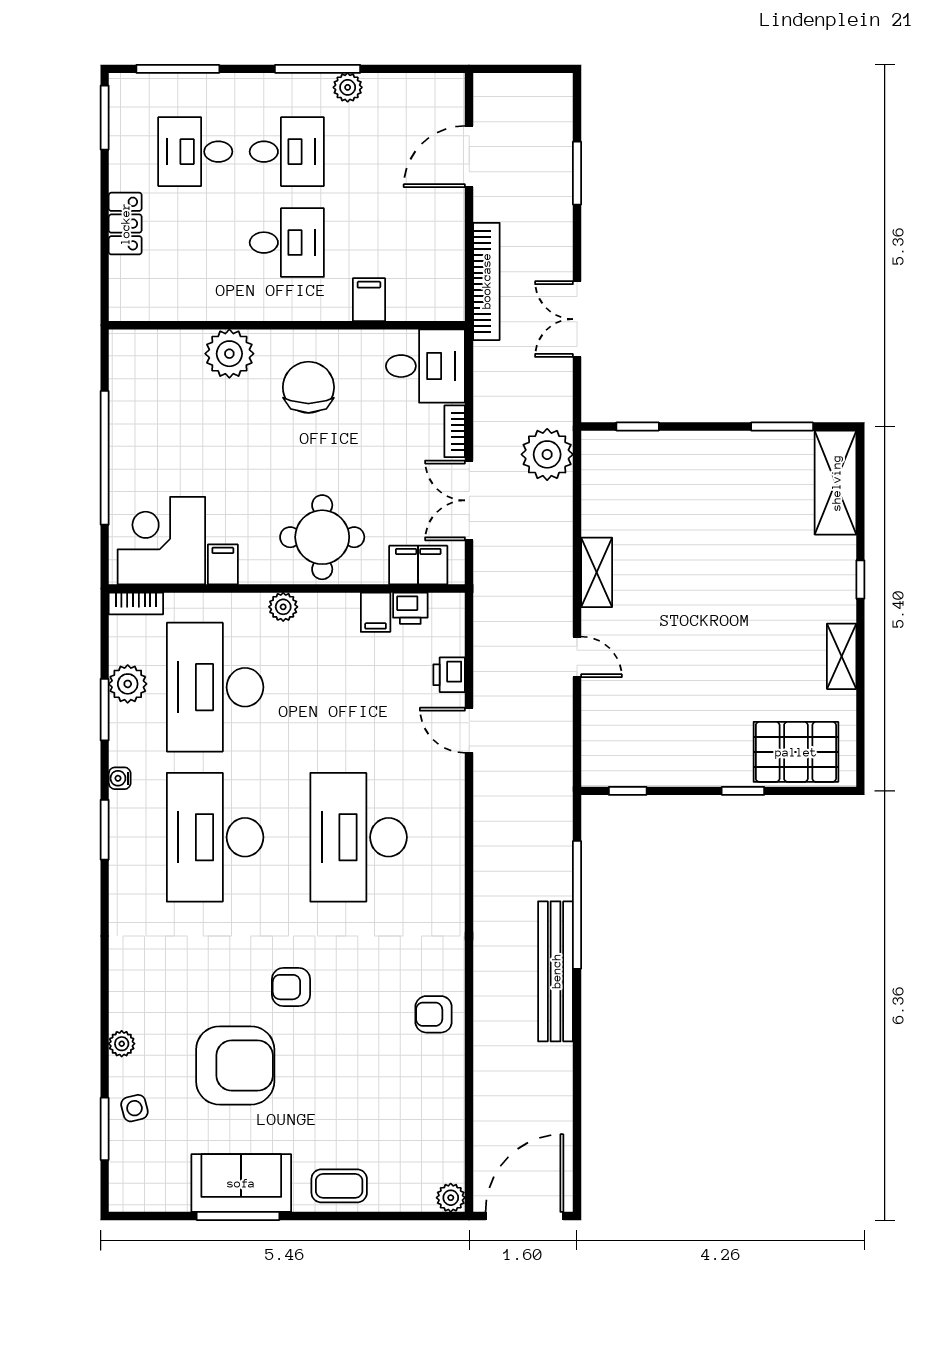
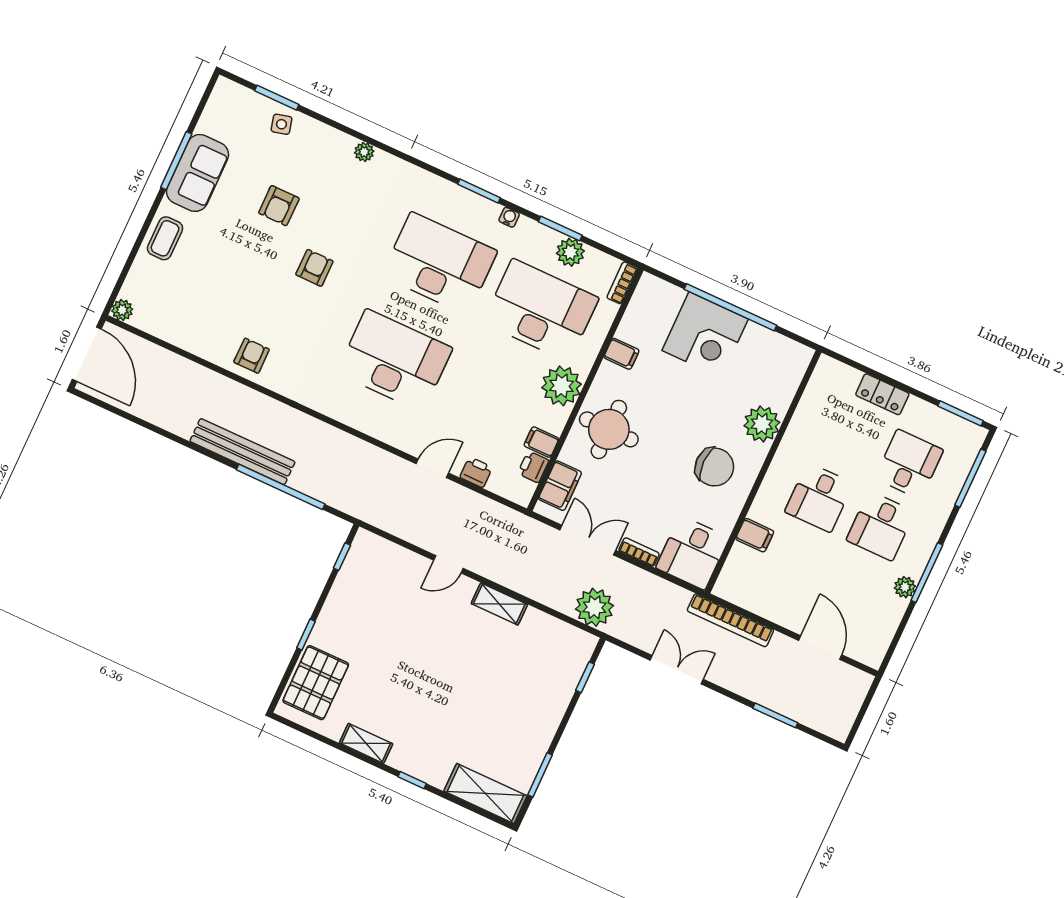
corner desk: (161, 541) -> (705, 335), moved, turned 90
plant: (283, 607) -> (561, 386), width x1.88, depth x1.88
plant: (122, 1044) -> (364, 152), moved
armchair: (235, 1065) -> (279, 206), width x0.53, depth x0.53

